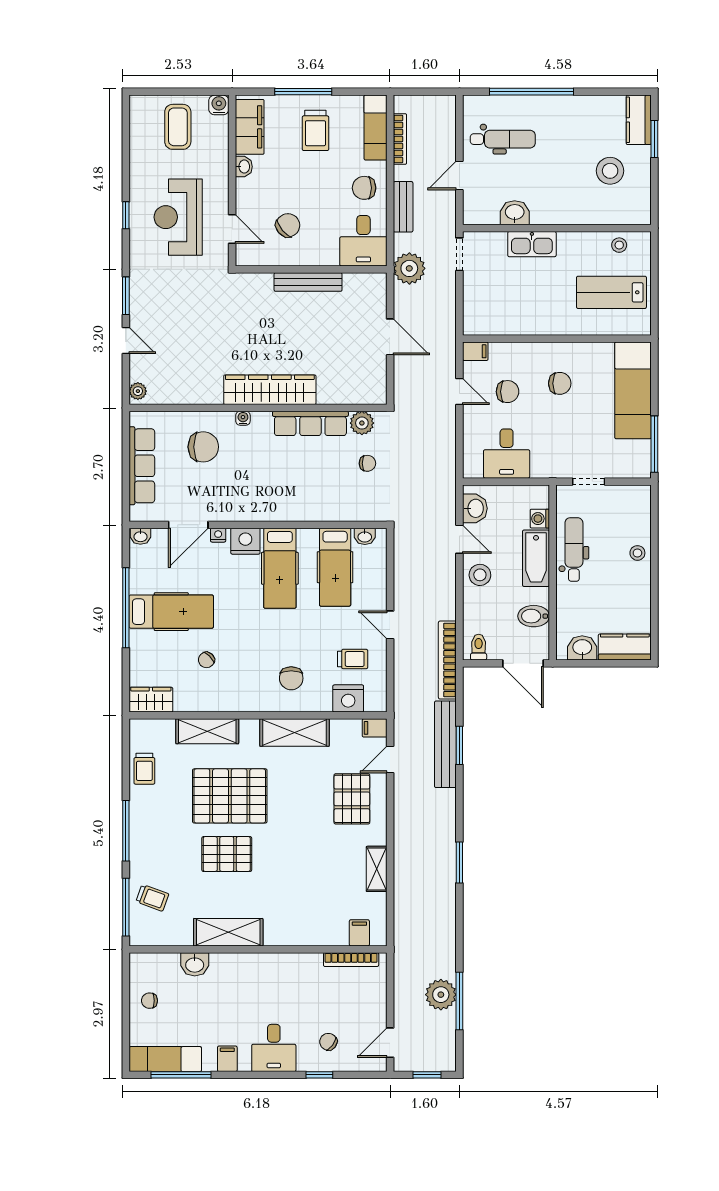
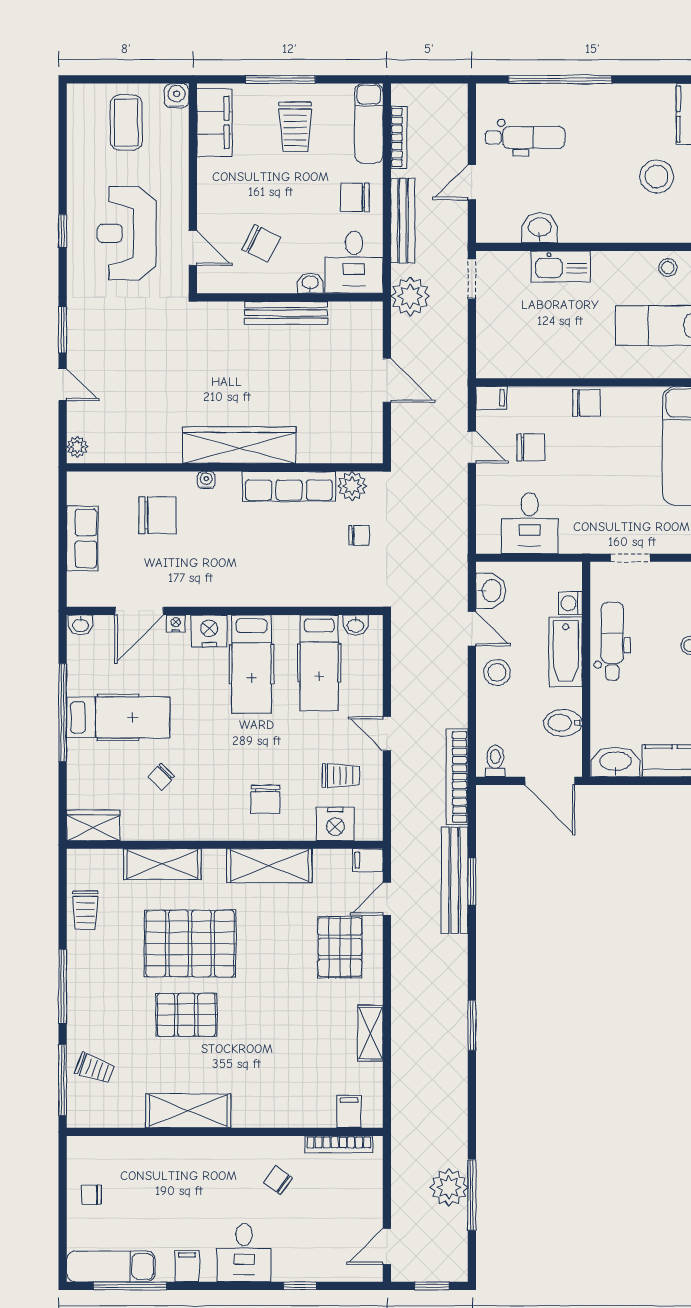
washbasin: (244, 167) -> (310, 283), moved, turned -90
bench: (403, 207) -> (403, 221), width x1.36
chair: (288, 225) -> (261, 243), turned 67
chair: (560, 383) -> (586, 403), moved
row of seats: (142, 466) -> (82, 538), width x0.68
washbasin: (582, 648) -> (616, 762), width x1.38
washbasin: (195, 964) -> (147, 1150), removed
chair: (328, 1042) -> (278, 1180), moved

